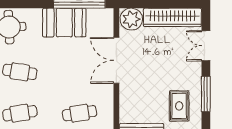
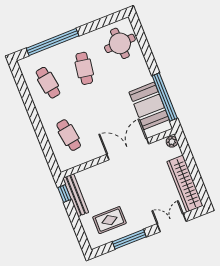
plant: (131, 19) -> (172, 142), width x0.53, depth x0.53
booth: (64, 23) -> (149, 106), moved

